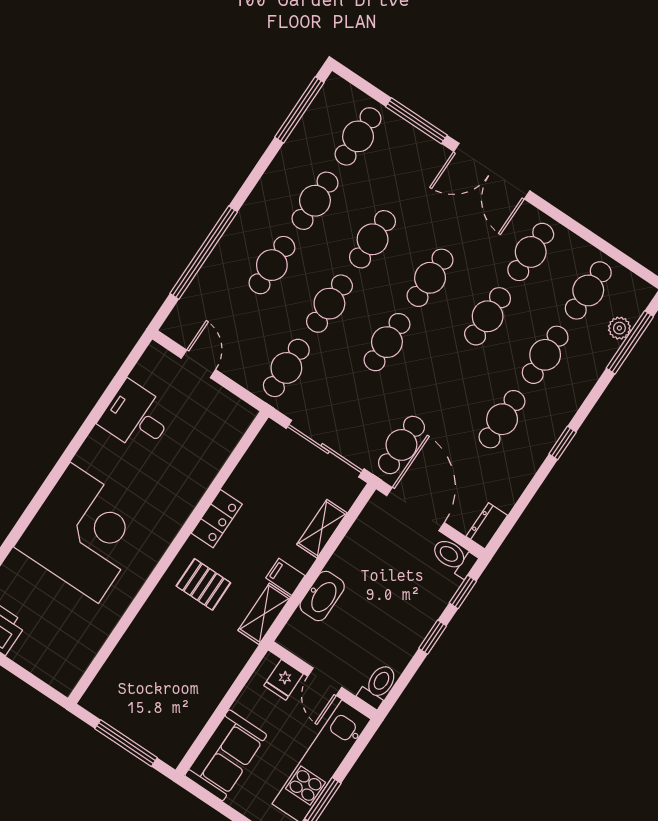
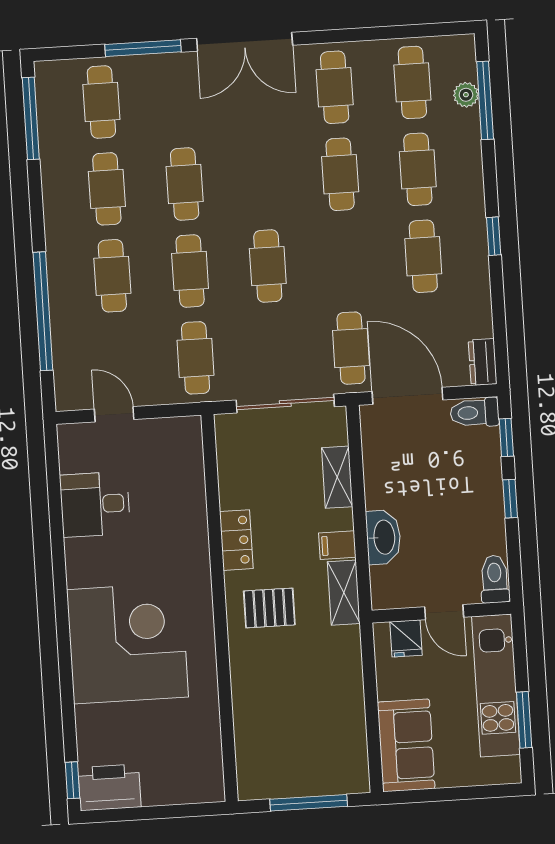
cafe table: (430, 278) -> (262, 179), removed

